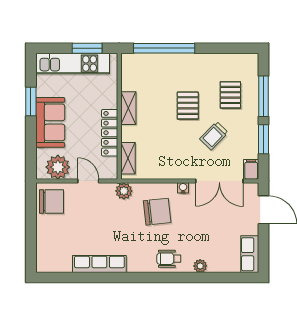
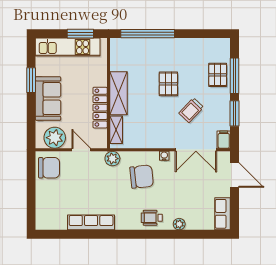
pallet: (230, 95) -> (218, 75), moved
shelving: (128, 108) -> (119, 93), width x1.50, depth x1.33

